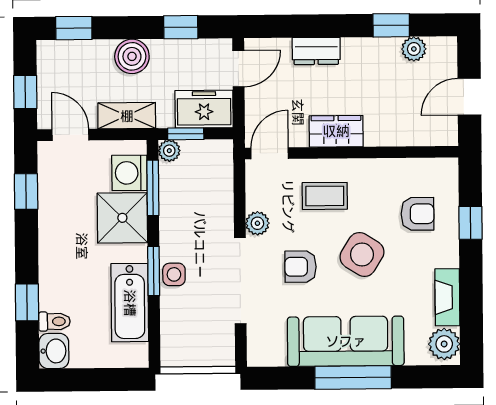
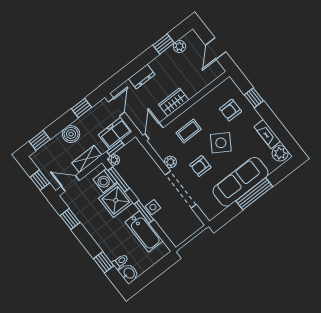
armchair: (418, 214) -> (230, 110), turned 180

